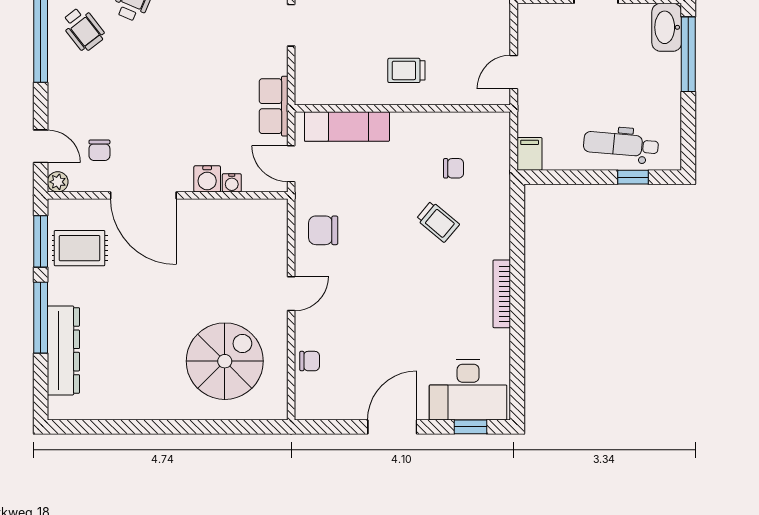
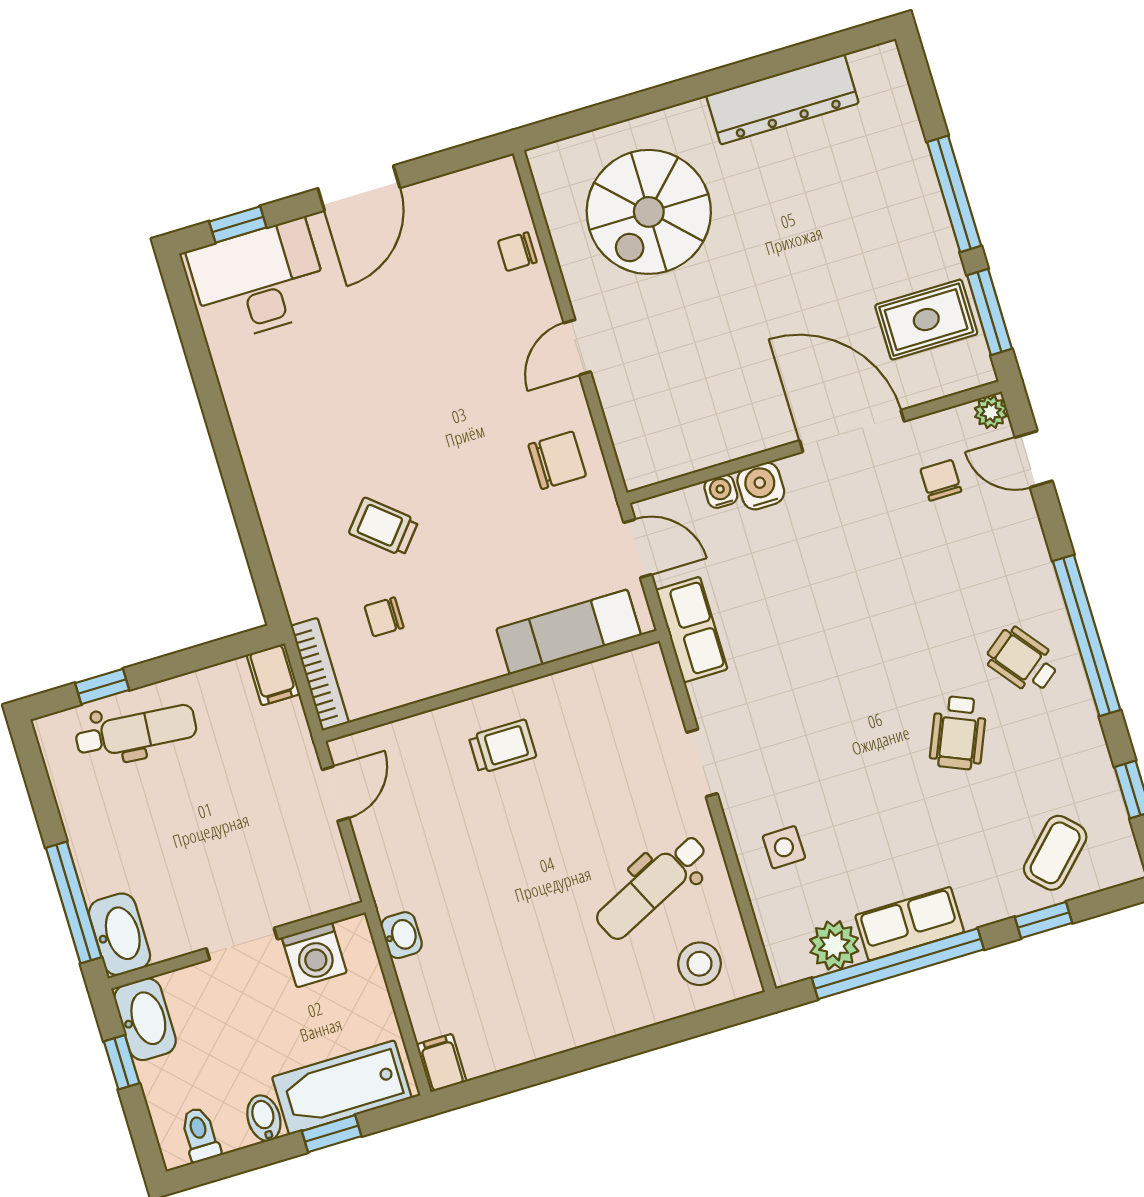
bookcase: (502, 294) -> (320, 674), moved
dresser: (63, 350) -> (782, 99), moved, turned -90

